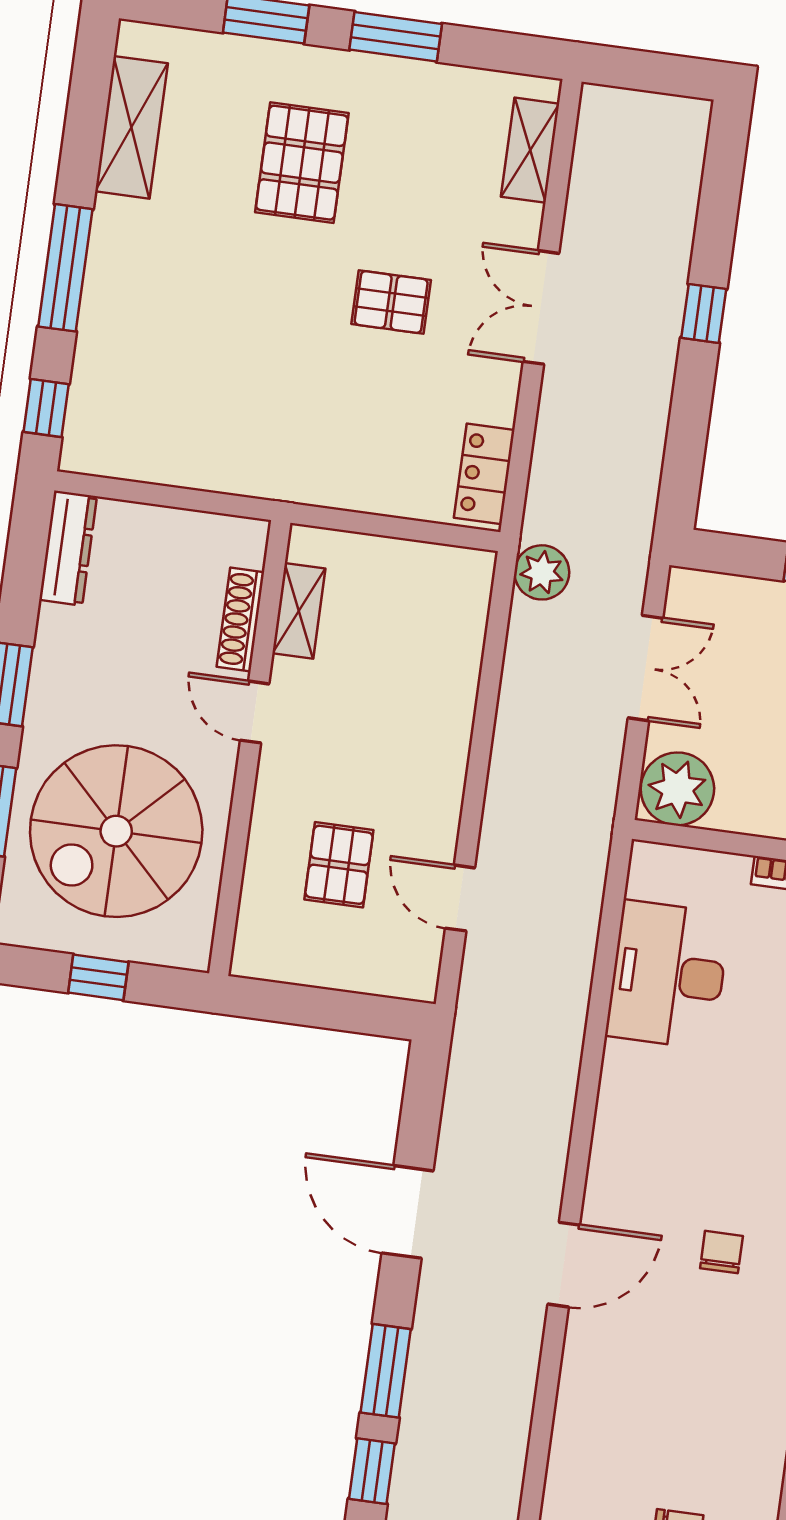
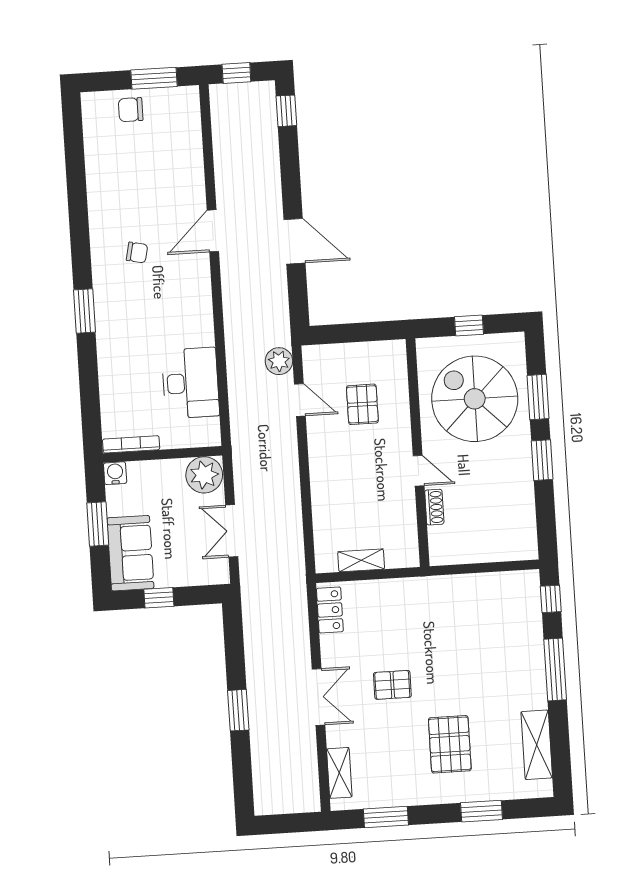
window: (396, 37) -> (386, 817), moved
window: (704, 313) -> (238, 710), width x1.50
dresser: (68, 548) -> (526, 533), removed
plant: (542, 572) -> (279, 361), moved
shelving: (299, 611) -> (361, 560), moved, turned 90
shoe rack: (240, 620) -> (434, 507), width x0.70
spiral stairs: (116, 831) -> (475, 399), turned -90
chair: (721, 1252) -> (137, 253), turned -78
window: (386, 1371) -> (290, 161), removed

